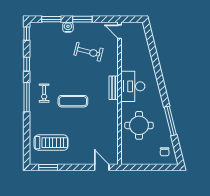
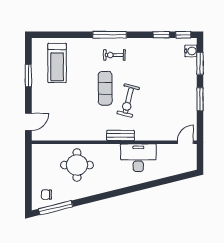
water cooler: (68, 27) -> (191, 51), moved
exercise bike: (88, 52) -> (128, 101), moved
window: (27, 64) -> (161, 35), moved
desk: (133, 86) -> (138, 158), moved
window: (170, 121) -> (56, 208), moved
window: (48, 167) -> (28, 76), moved

